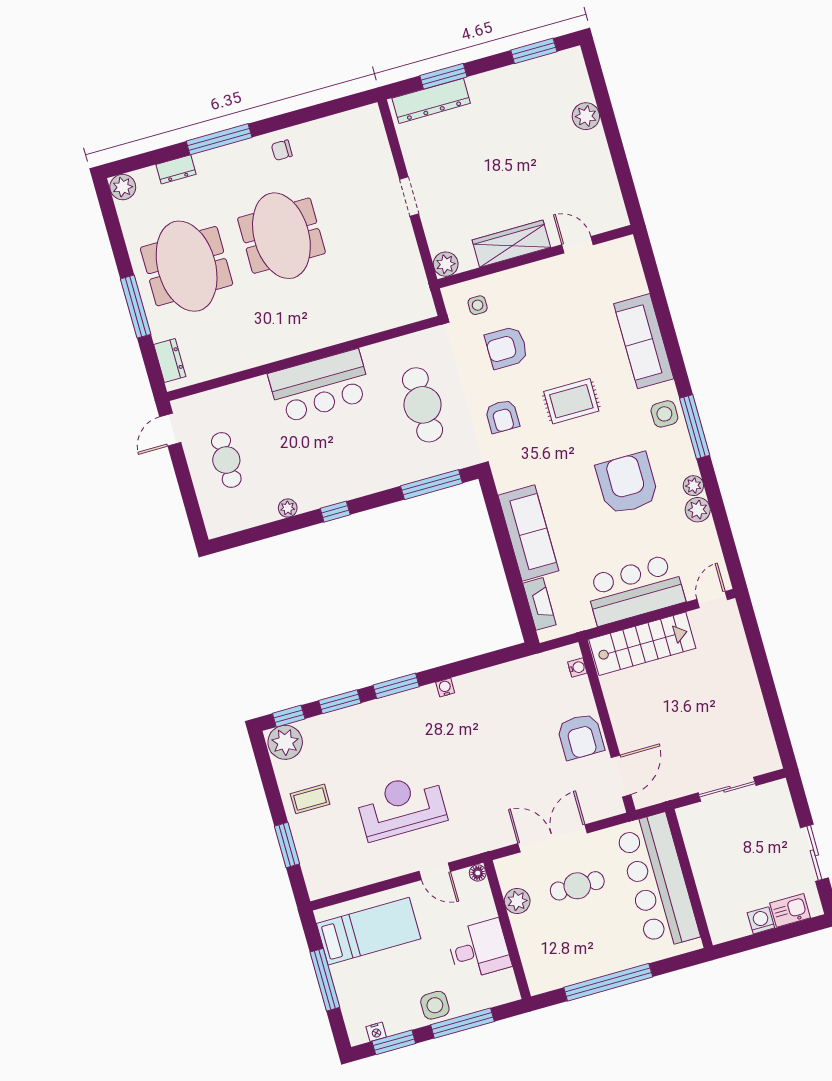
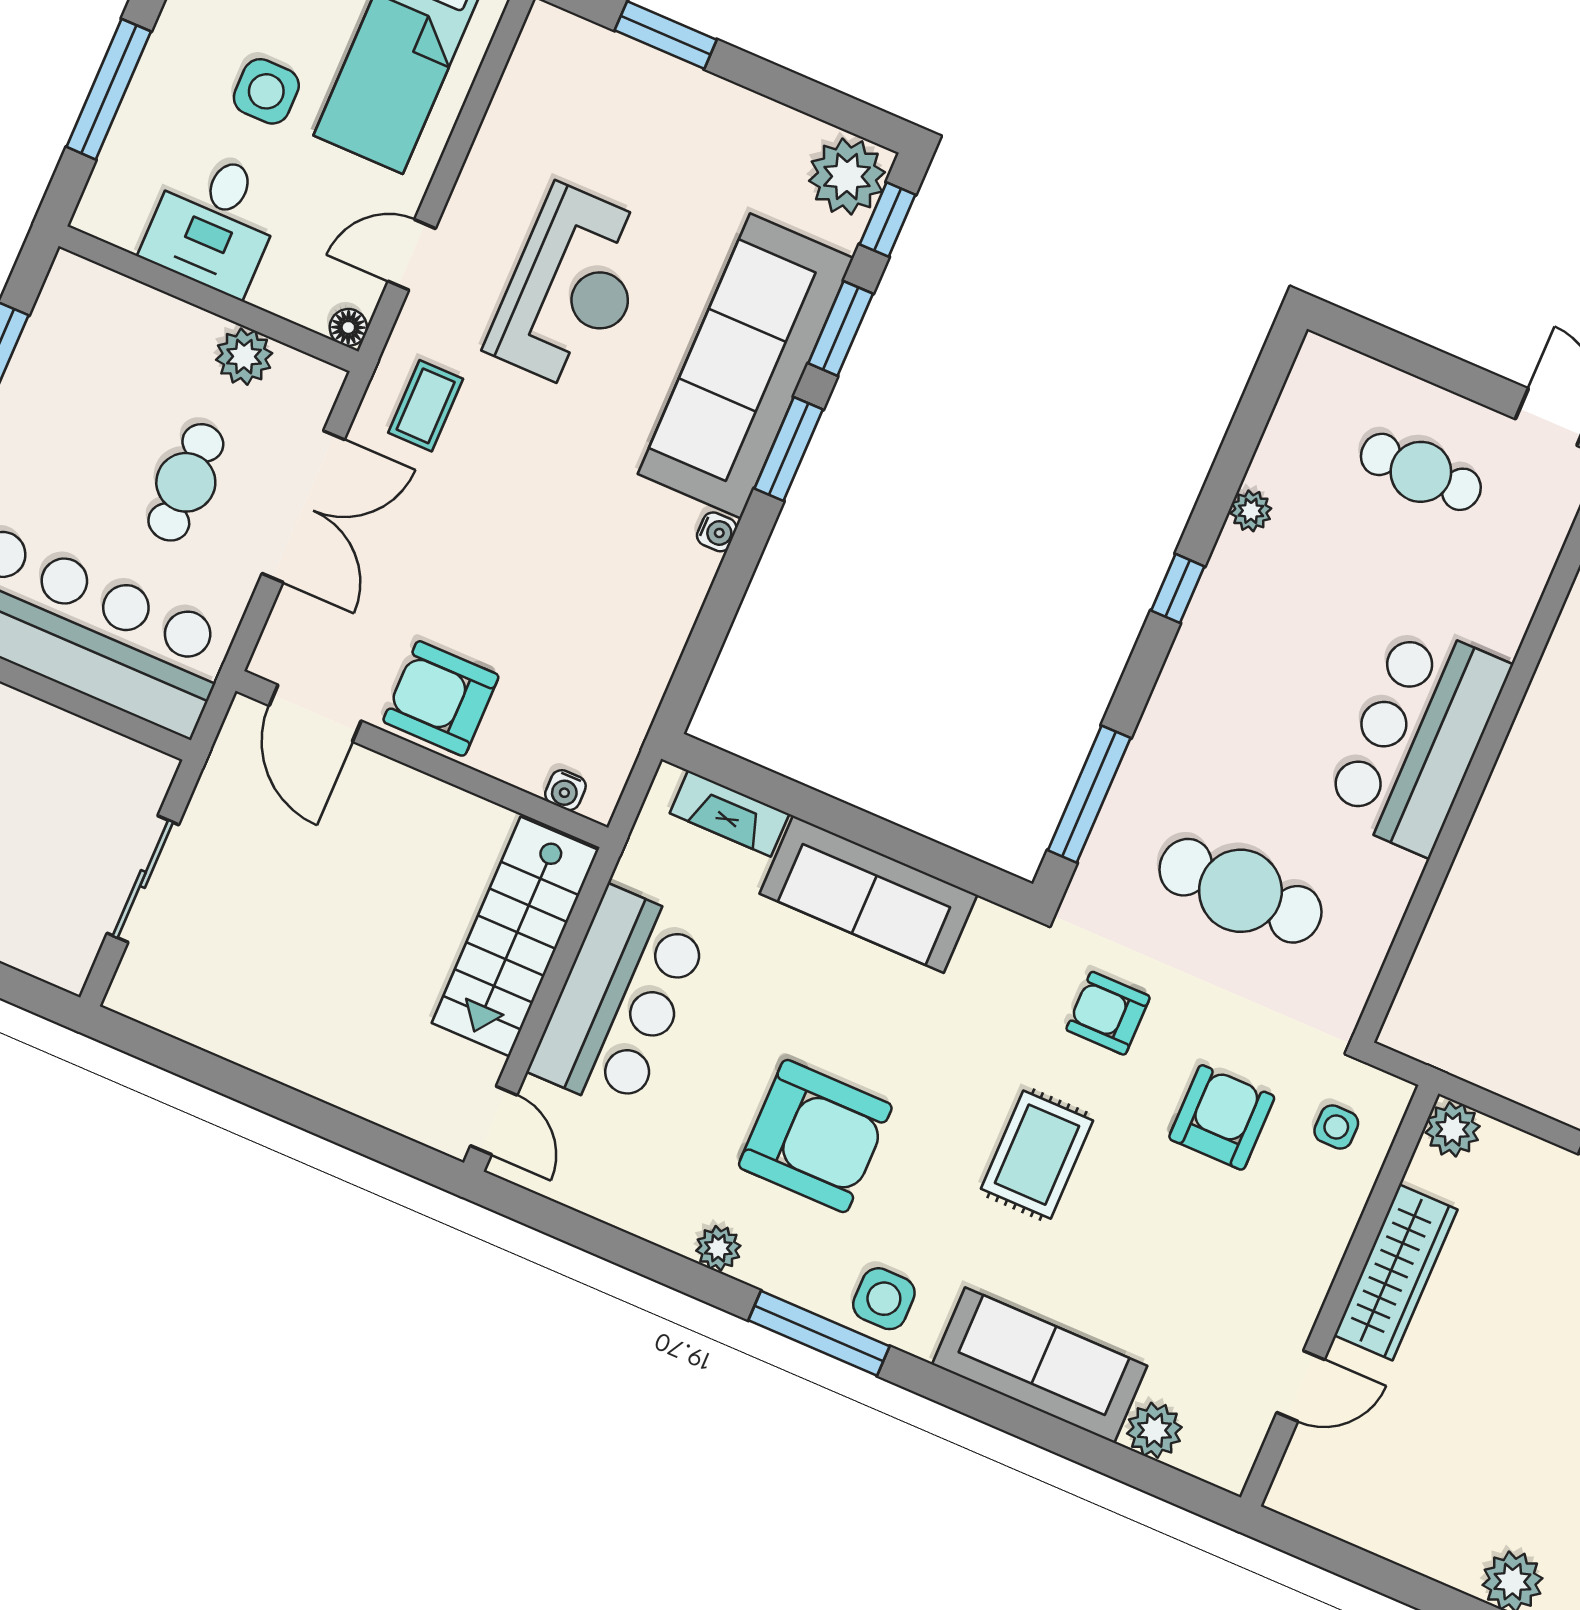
plant: (698, 510) -> (1154, 1430), moved
sofa: (379, 724) -> (746, 366), added
coffee table: (310, 799) -> (426, 406), moved
side table: (435, 1005) -> (266, 91), moved

